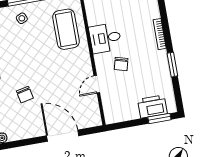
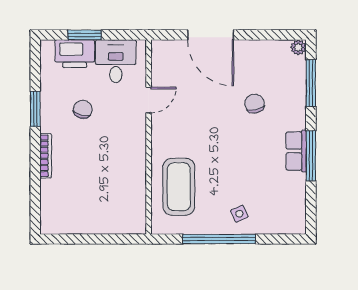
desk: (105, 38) -> (116, 61), moved, turned -90
chair: (121, 64) -> (83, 109), moved
window: (159, 118) -> (85, 35), moved

